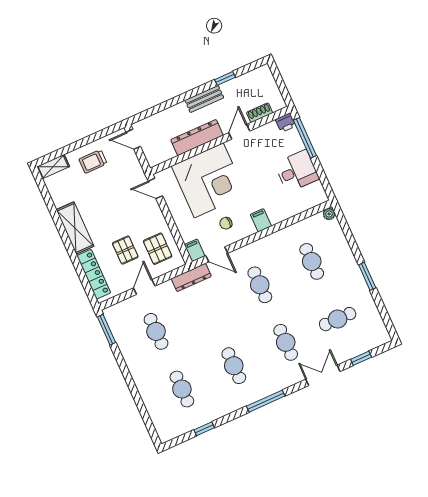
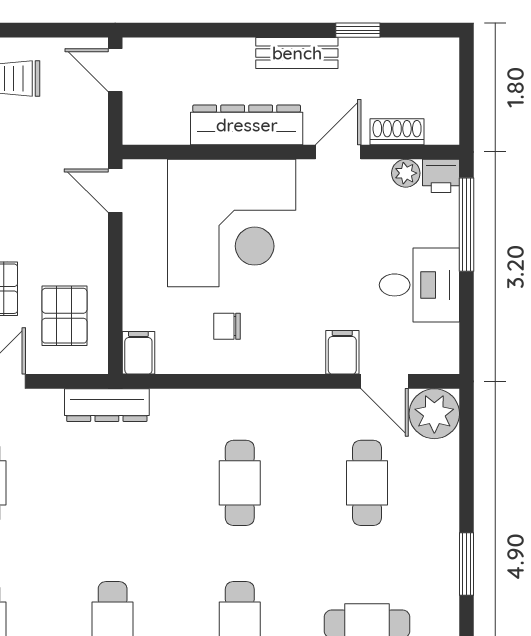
plant: (271, 128) -> (406, 173), added
plant: (329, 214) -> (434, 414), width x1.88, depth x1.88
filing cabinet: (261, 220) -> (342, 352), moved
door: (217, 254) -> (385, 381), moved

